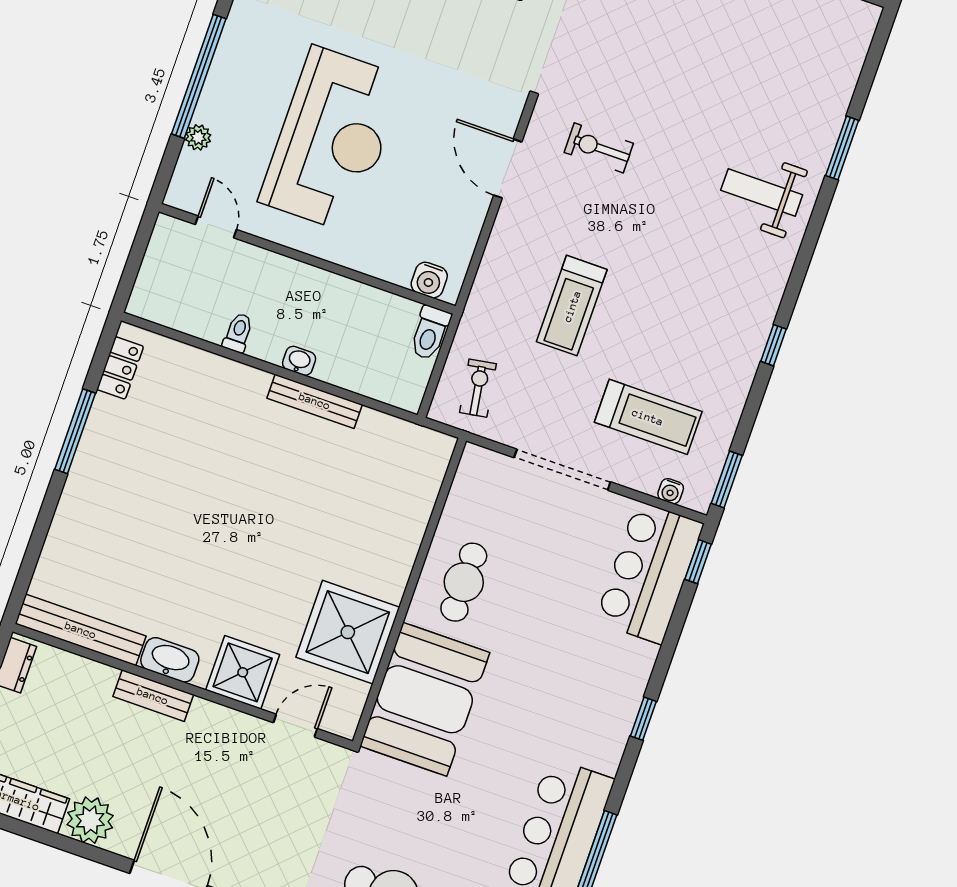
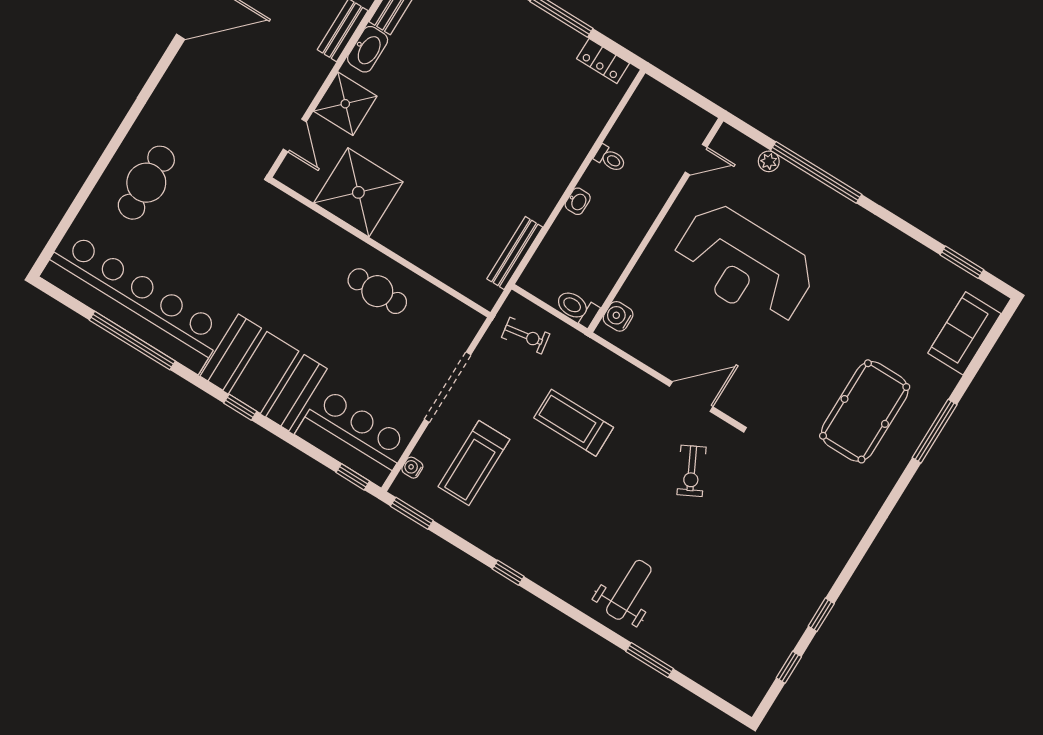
exercise bike: (599, 148) -> (692, 471), turned 153
bench: (315, 401) -> (515, 253), moved
booth: (425, 699) -> (264, 372), moved

